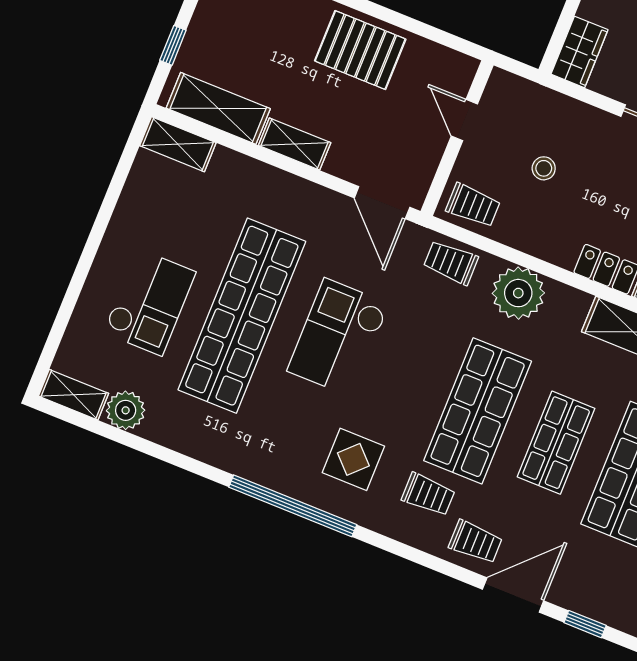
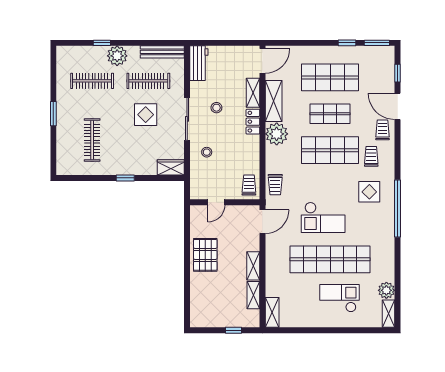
shelving: (218, 108) -> (253, 295), width x0.67, depth x0.75
stool: (544, 168) -> (207, 152), moved
plant: (518, 293) -> (277, 134), moved

